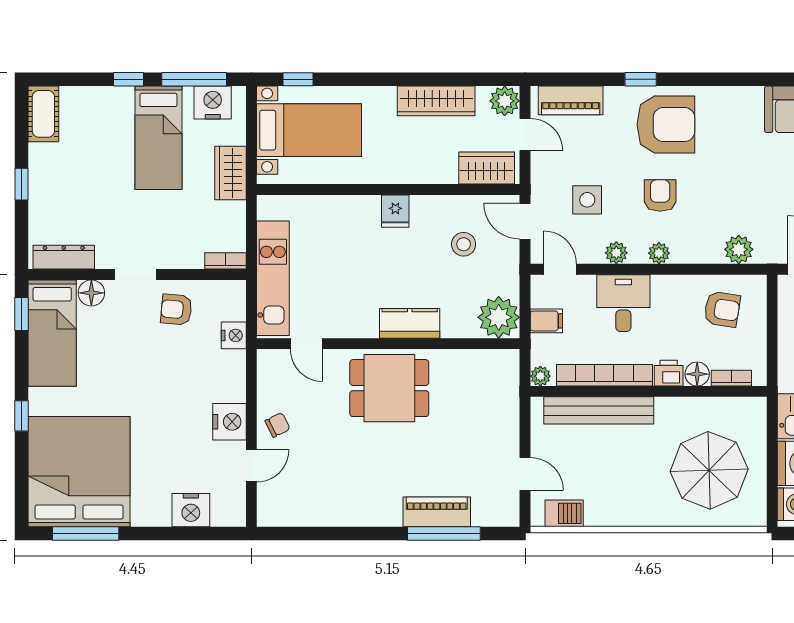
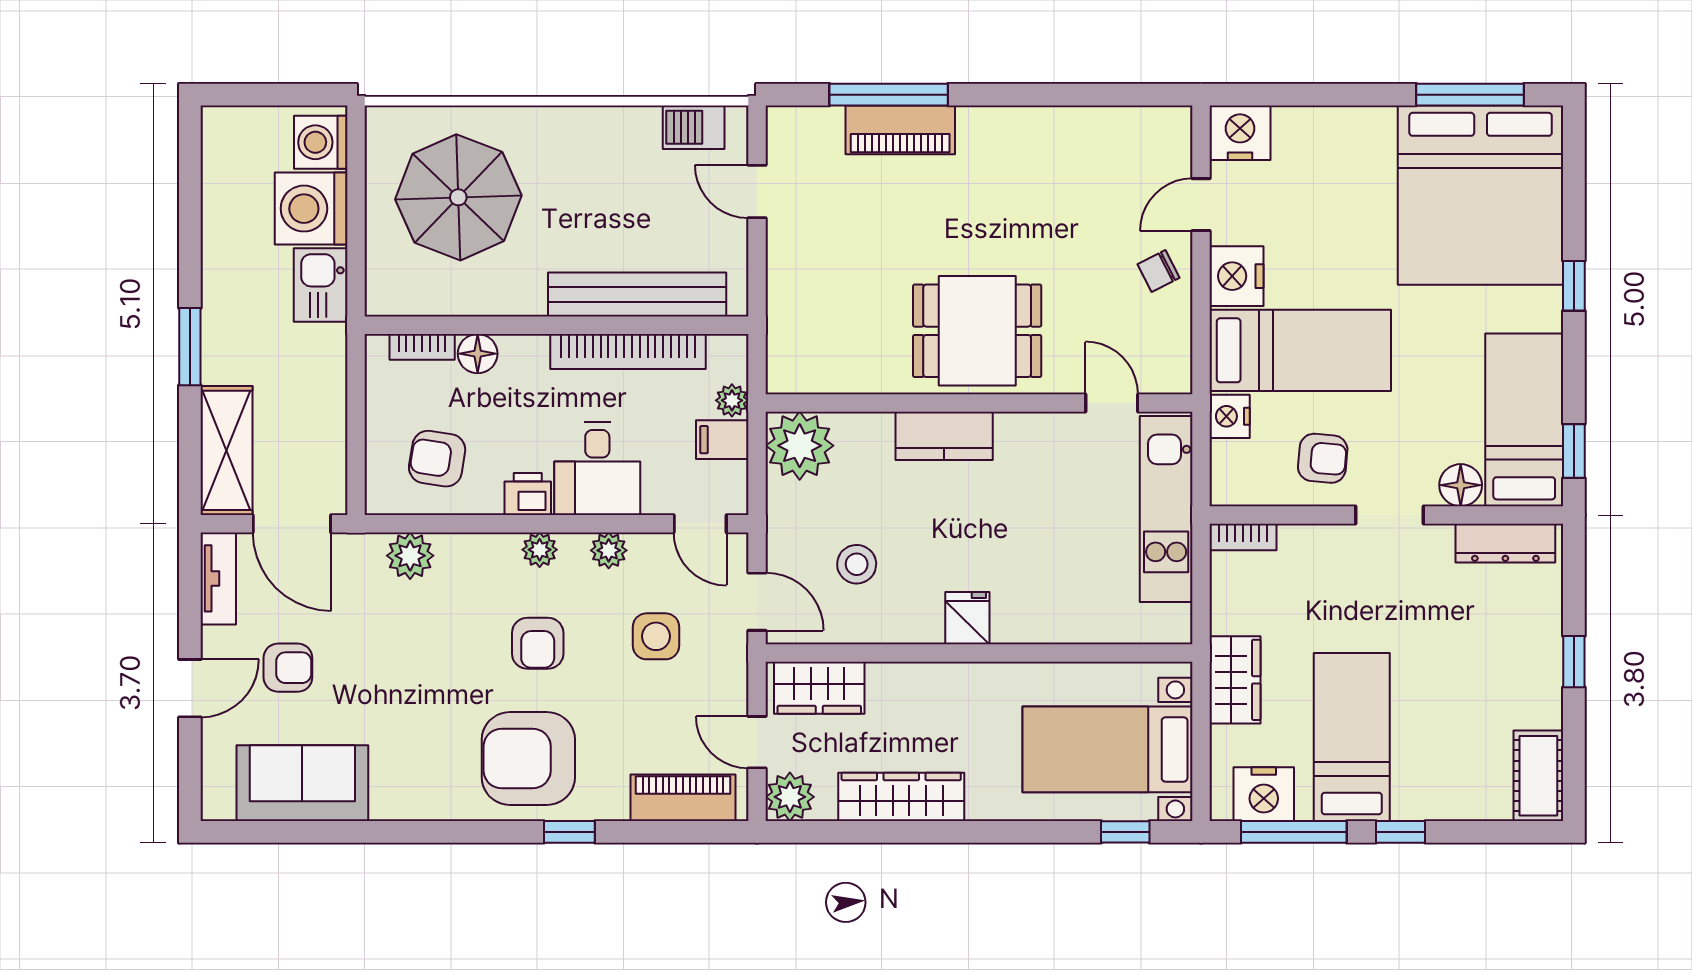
printer: (669, 373) -> (528, 494), moved, turned 180
bed: (190, 376) -> (1300, 350), added
plant: (540, 376) -> (732, 400), moved
nightstand: (191, 510) -> (1240, 133), moved

